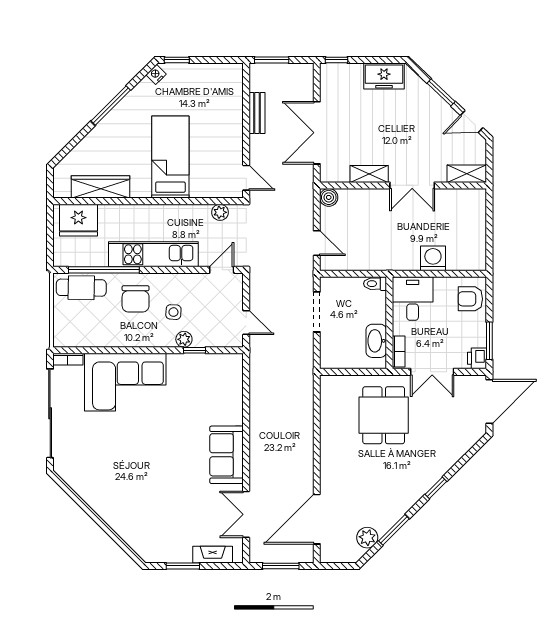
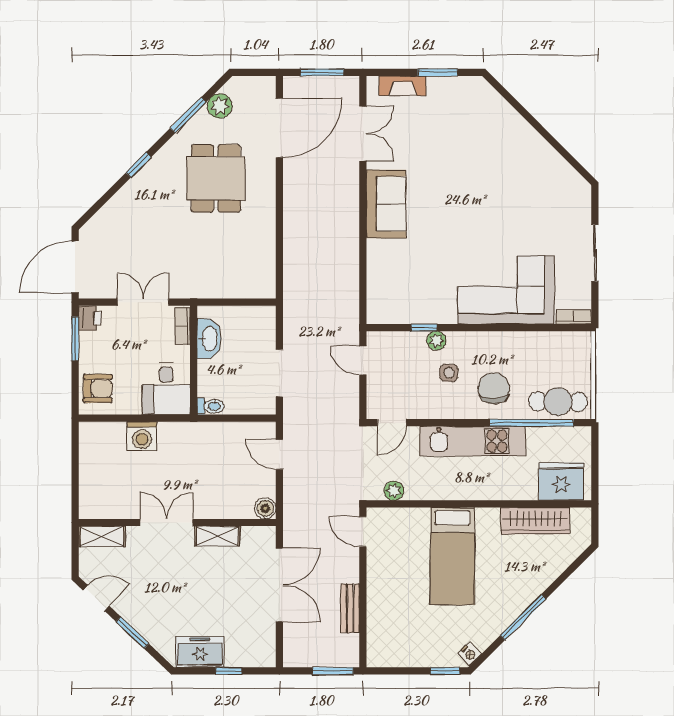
window: (336, 60) -> (229, 671), moved
sliding door: (50, 413) -> (595, 253), width x0.54
dining table: (384, 415) -> (216, 178), moved

